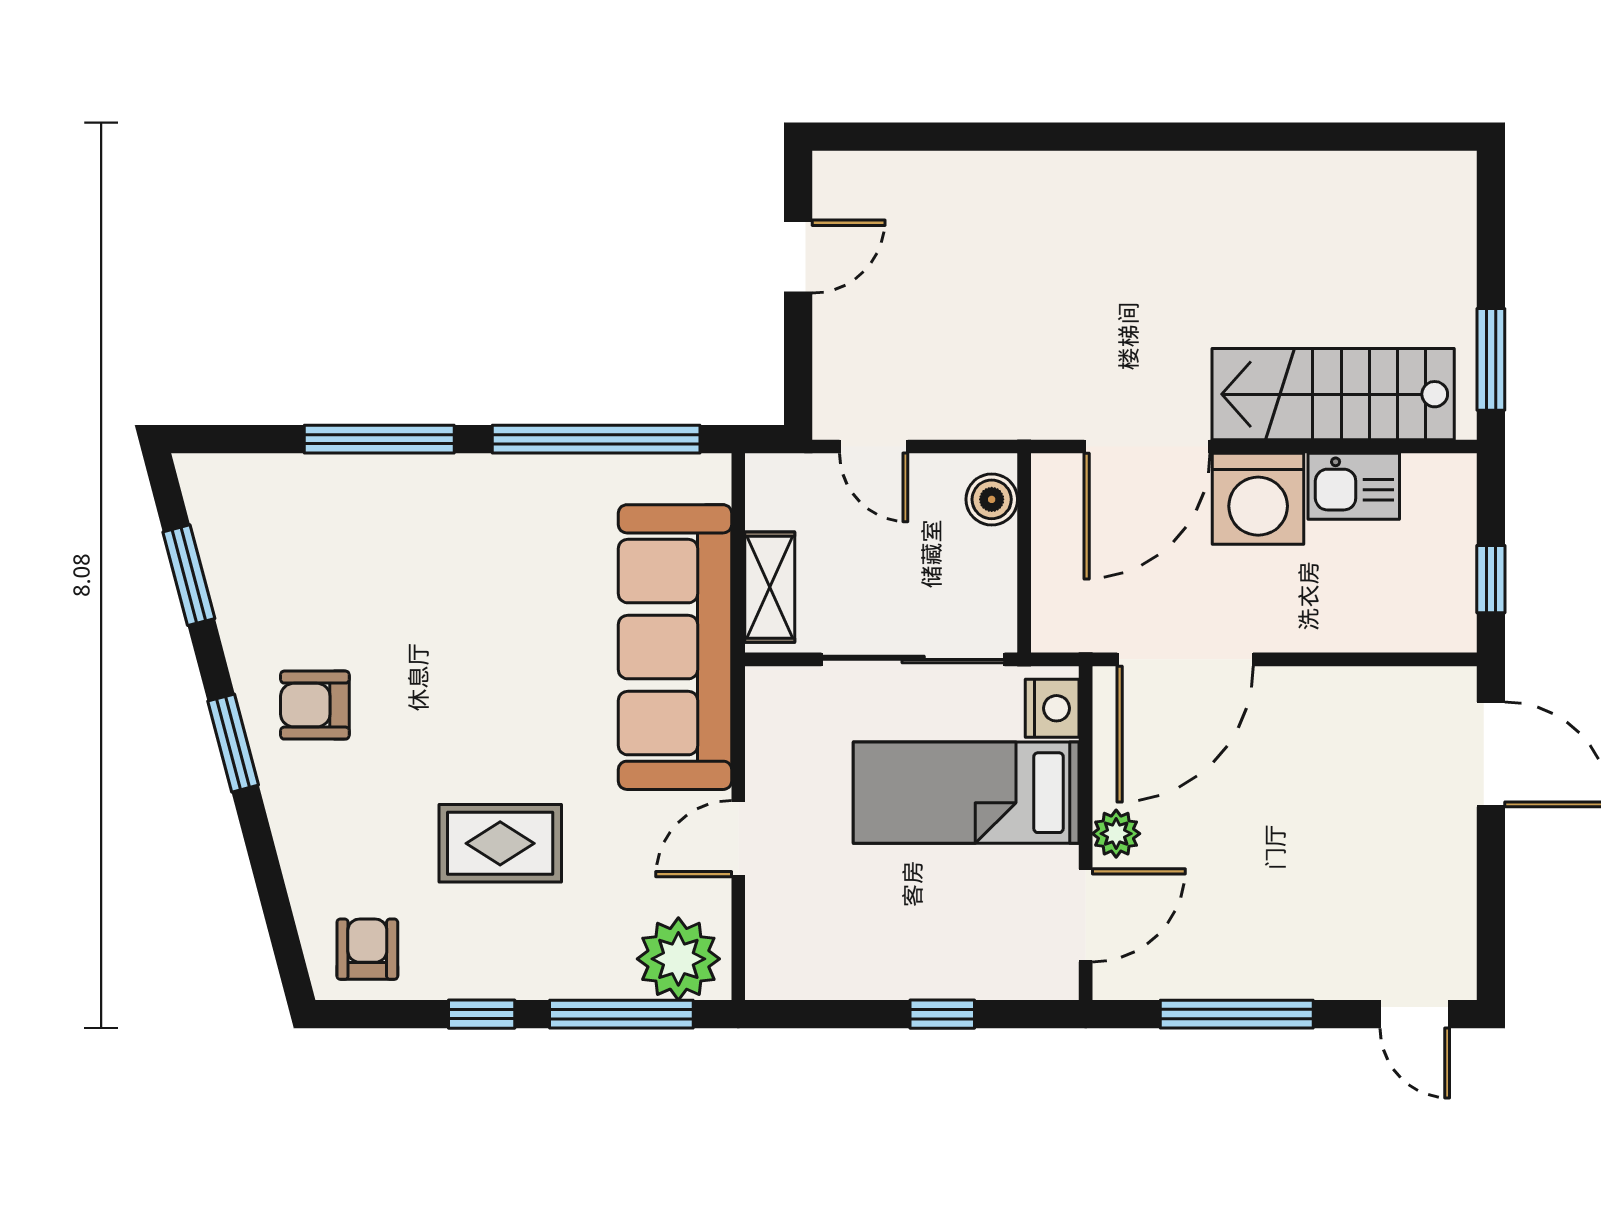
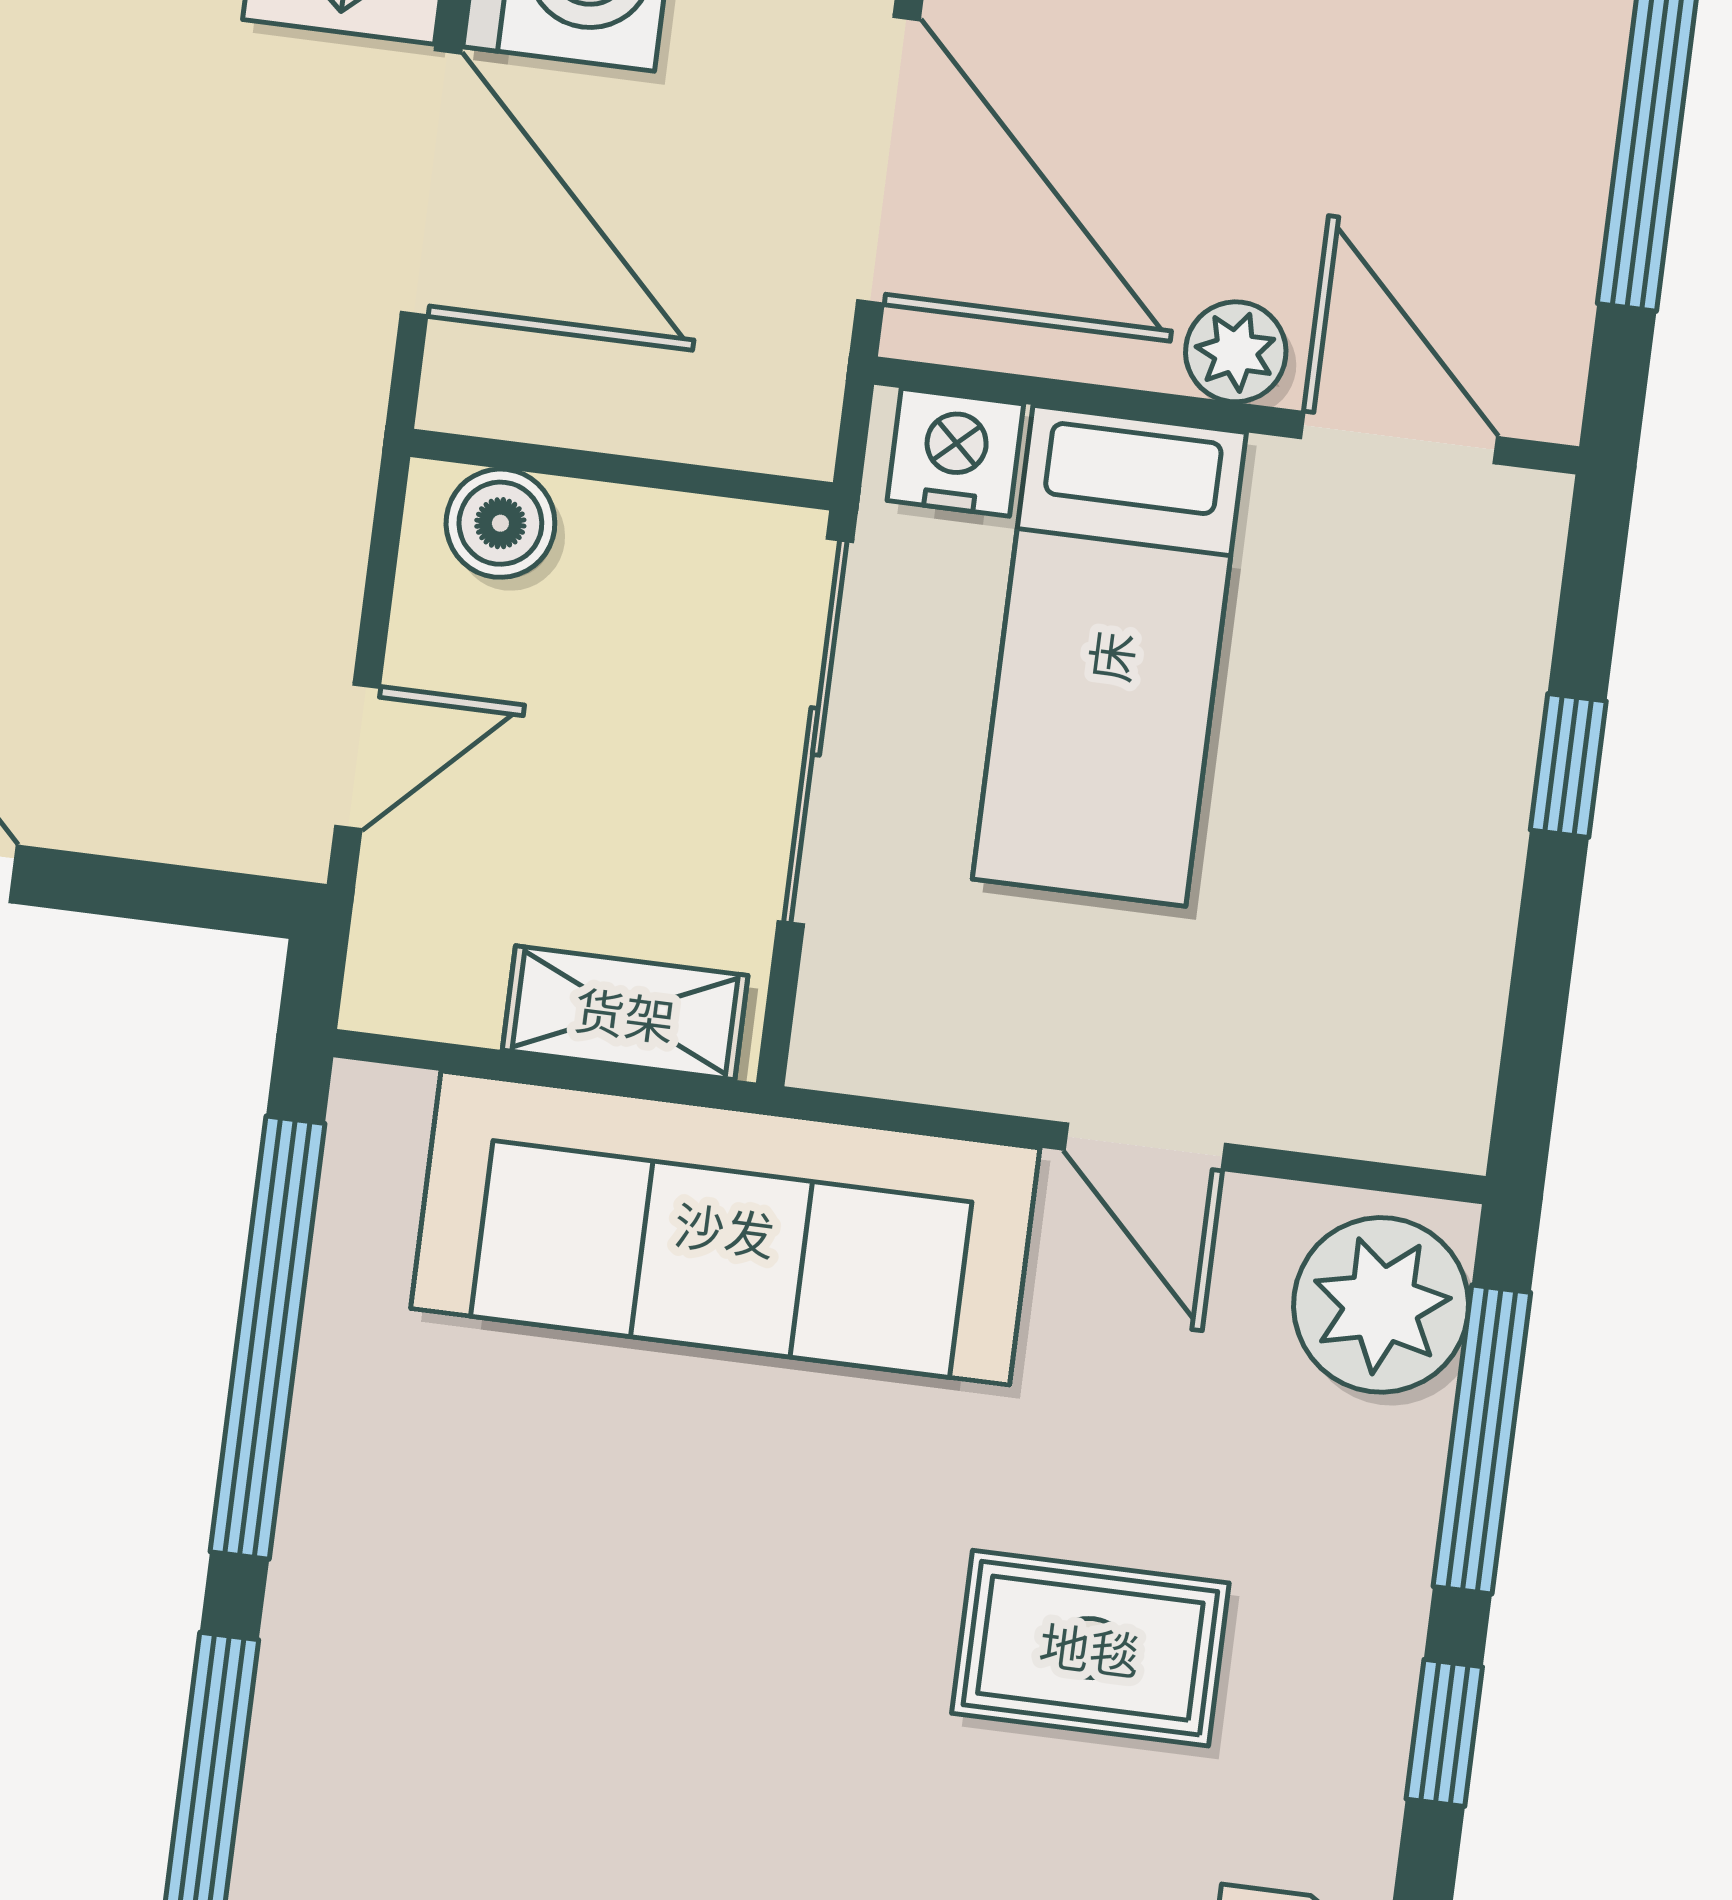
rug: (500, 843) -> (1090, 1648), turned 90

